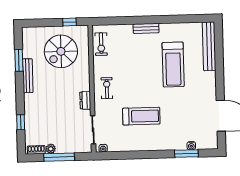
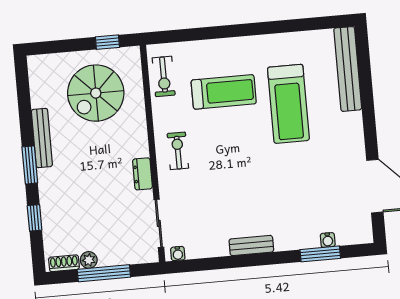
bench: (146, 28) -> (251, 245), moved
window: (19, 60) -> (30, 165), moved
treadmill: (141, 116) -> (224, 92), moved

